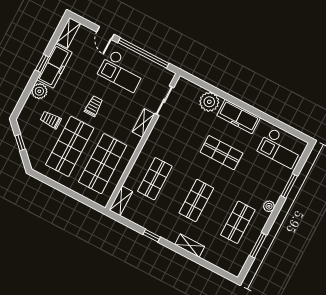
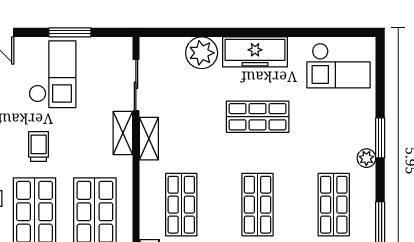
window: (143, 53) -> (70, 32), width x0.47
checkout: (122, 71) -> (53, 74), turned -90
shelving: (156, 133) -> (149, 139), added
window: (289, 186) -> (380, 138), moved

